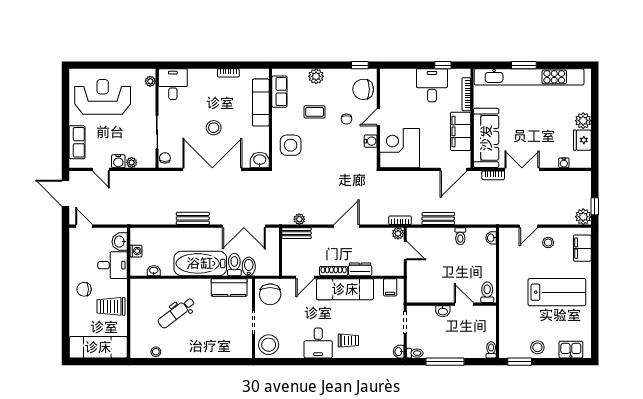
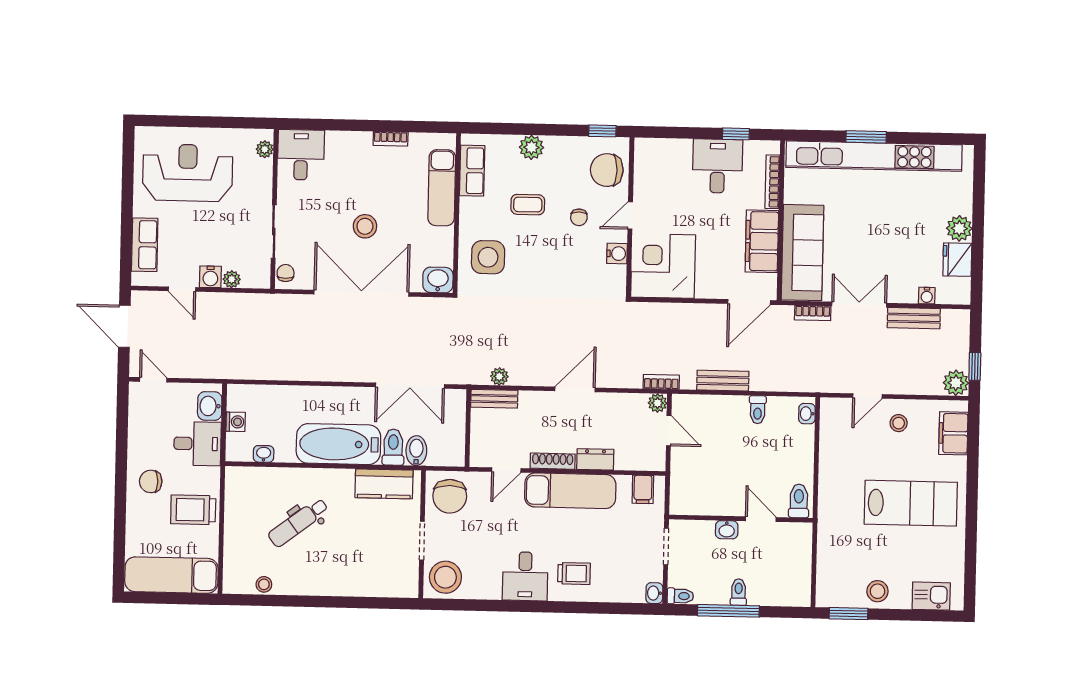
bench: (193, 218) -> (914, 318), moved
toilet: (491, 350) -> (739, 592), moved

